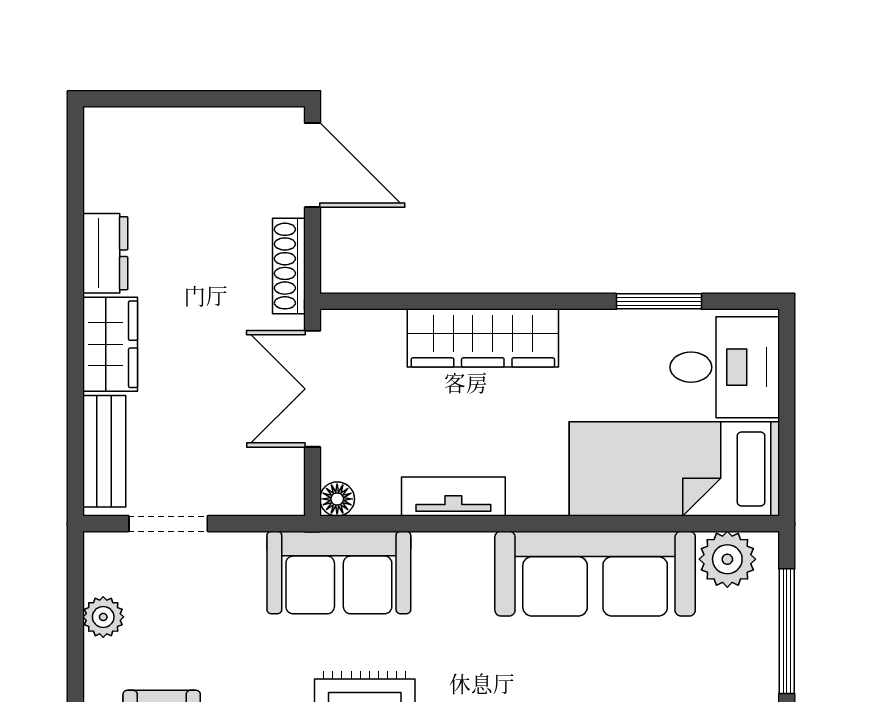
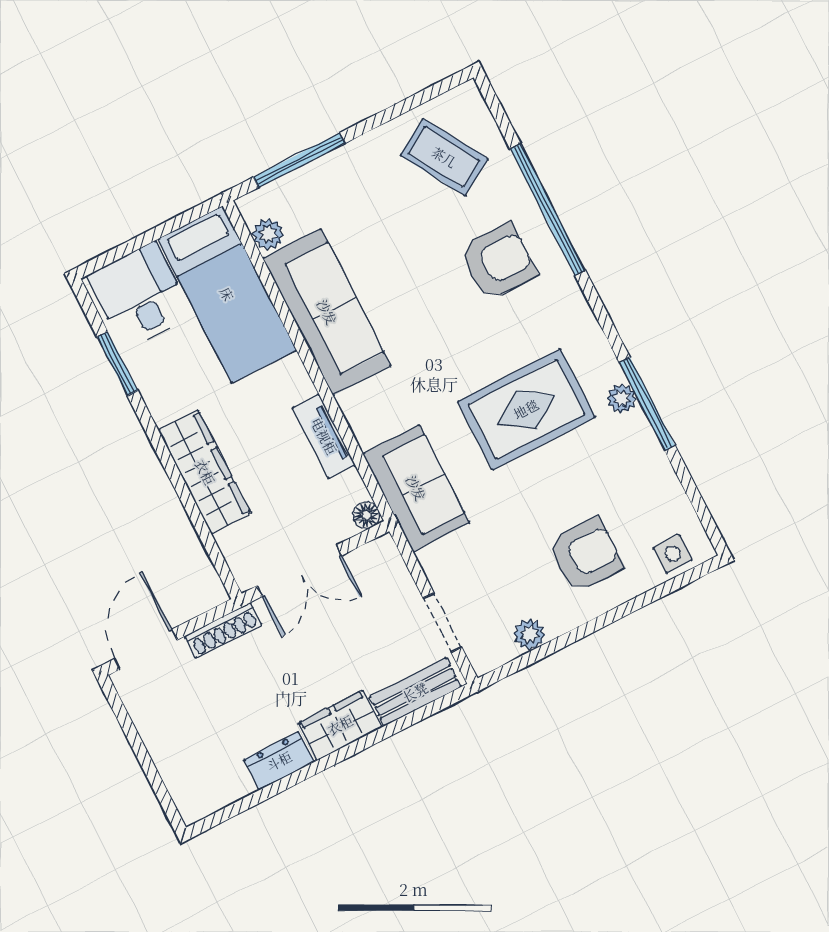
plant: (727, 559) -> (268, 234), width x0.73, depth x0.73

